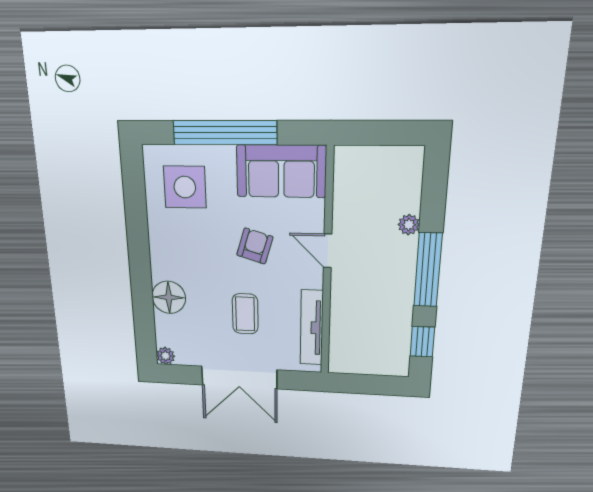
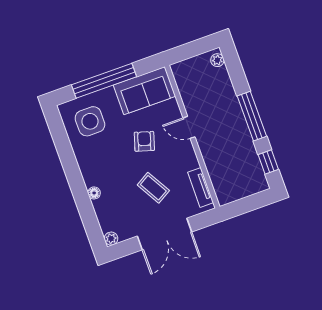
plant: (409, 225) -> (217, 60), moved
floor lamp: (169, 297) -> (94, 193), width x0.53, depth x0.53
coffee table: (245, 314) -> (153, 188), turned -30
tv unit: (312, 328) -> (201, 187), width x0.71

